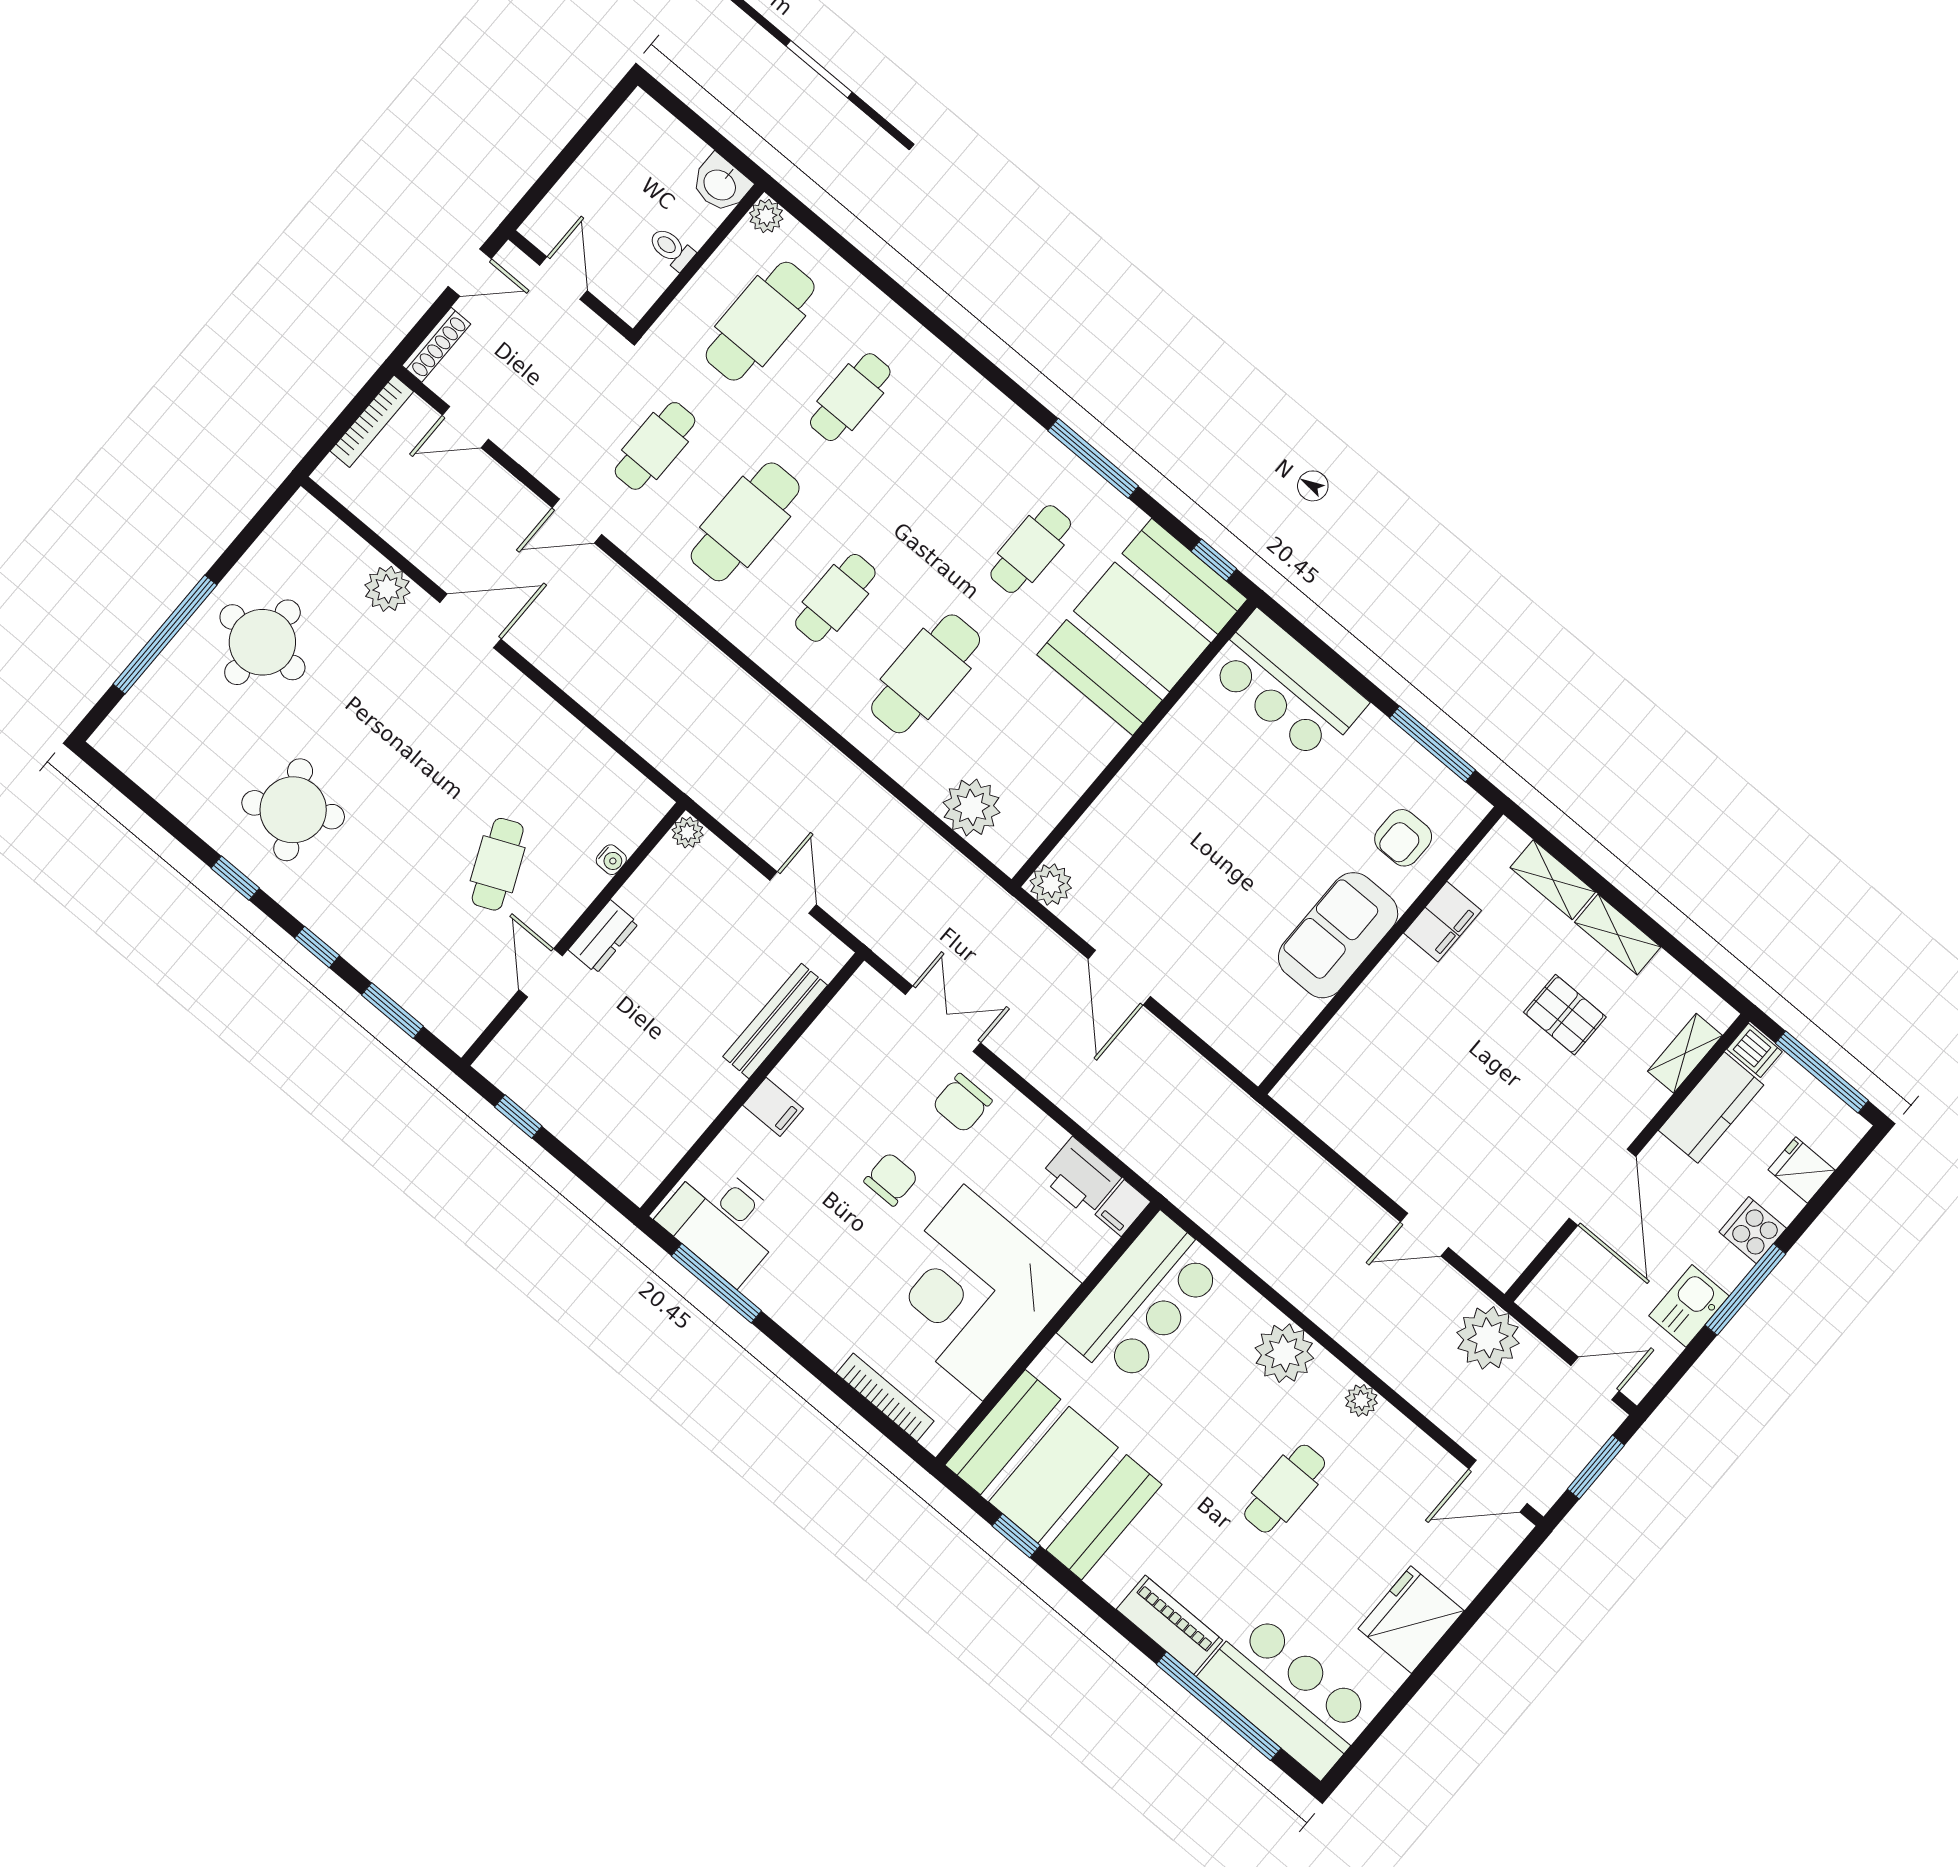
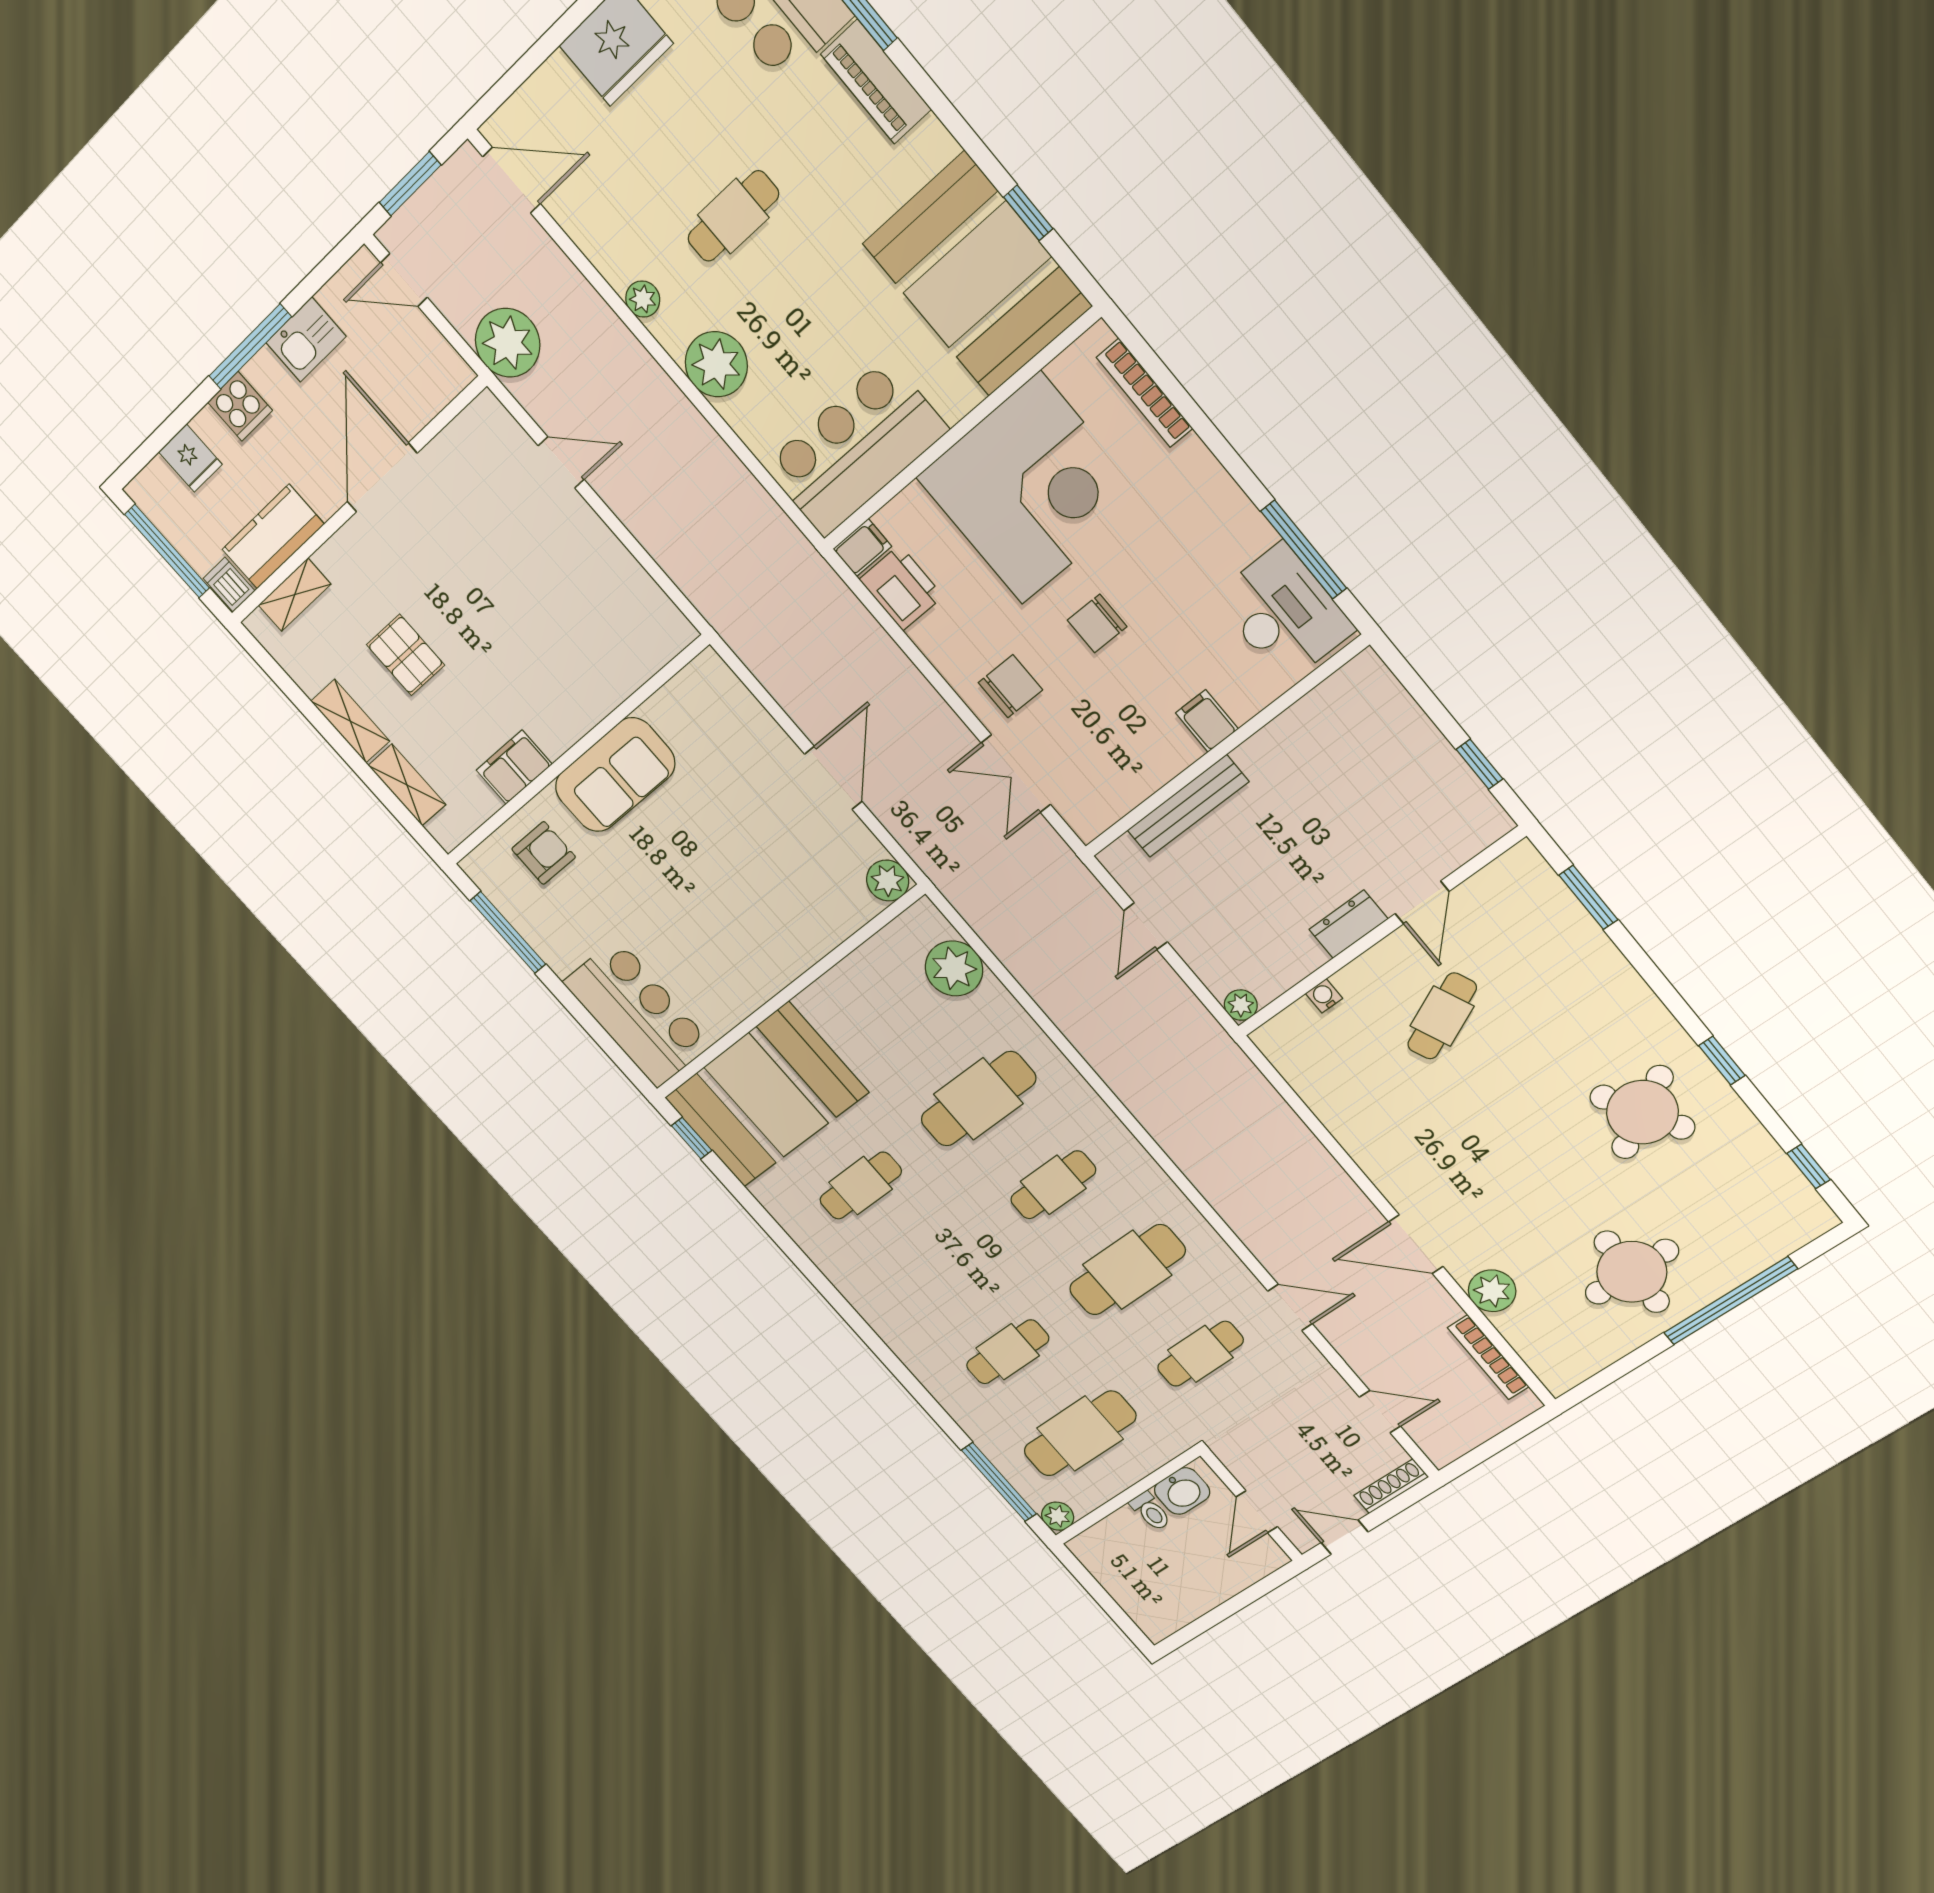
washbasin: (721, 184) -> (1182, 1491), moved, turned 90
bookcase: (372, 421) -> (1488, 1357), moved, turned -90
window: (1093, 458) -> (999, 1482), moved
window: (317, 947) -> (1809, 1166), moved

